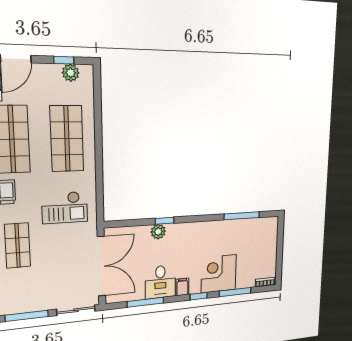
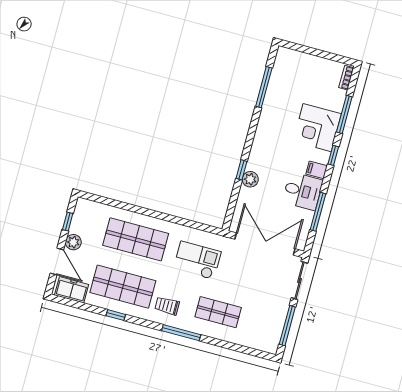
plant: (71, 73) -> (73, 242), moved
checkout: (65, 207) -> (197, 260), turned -90

